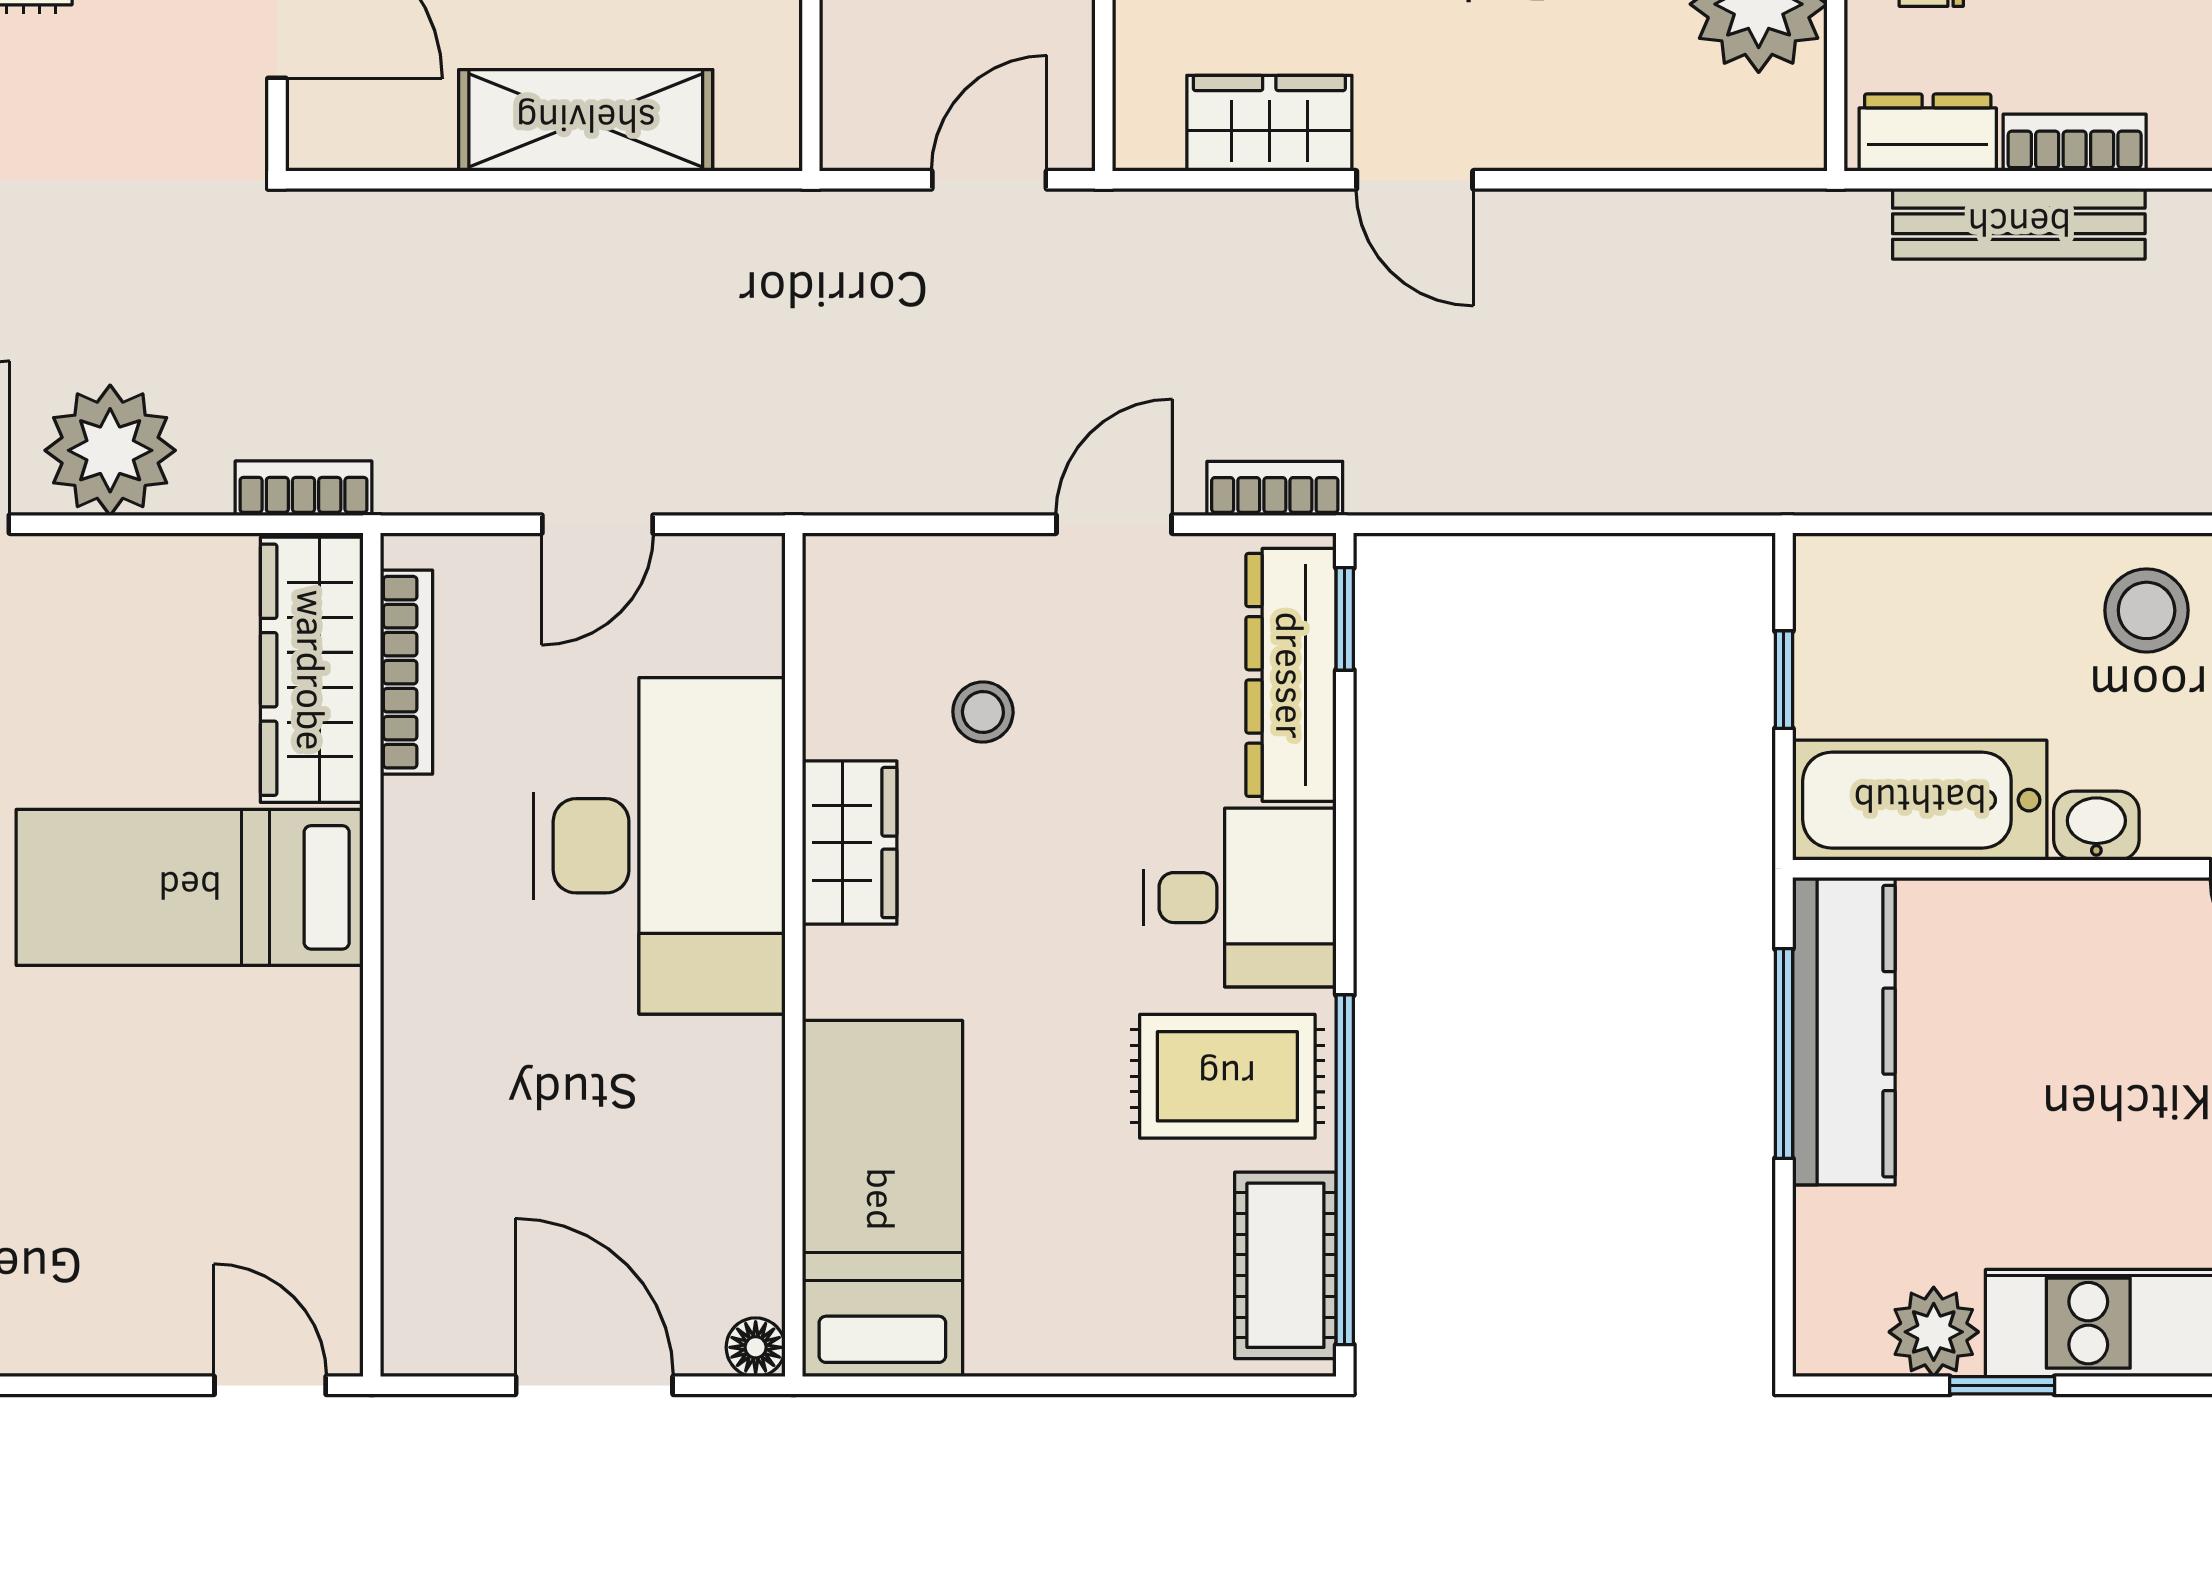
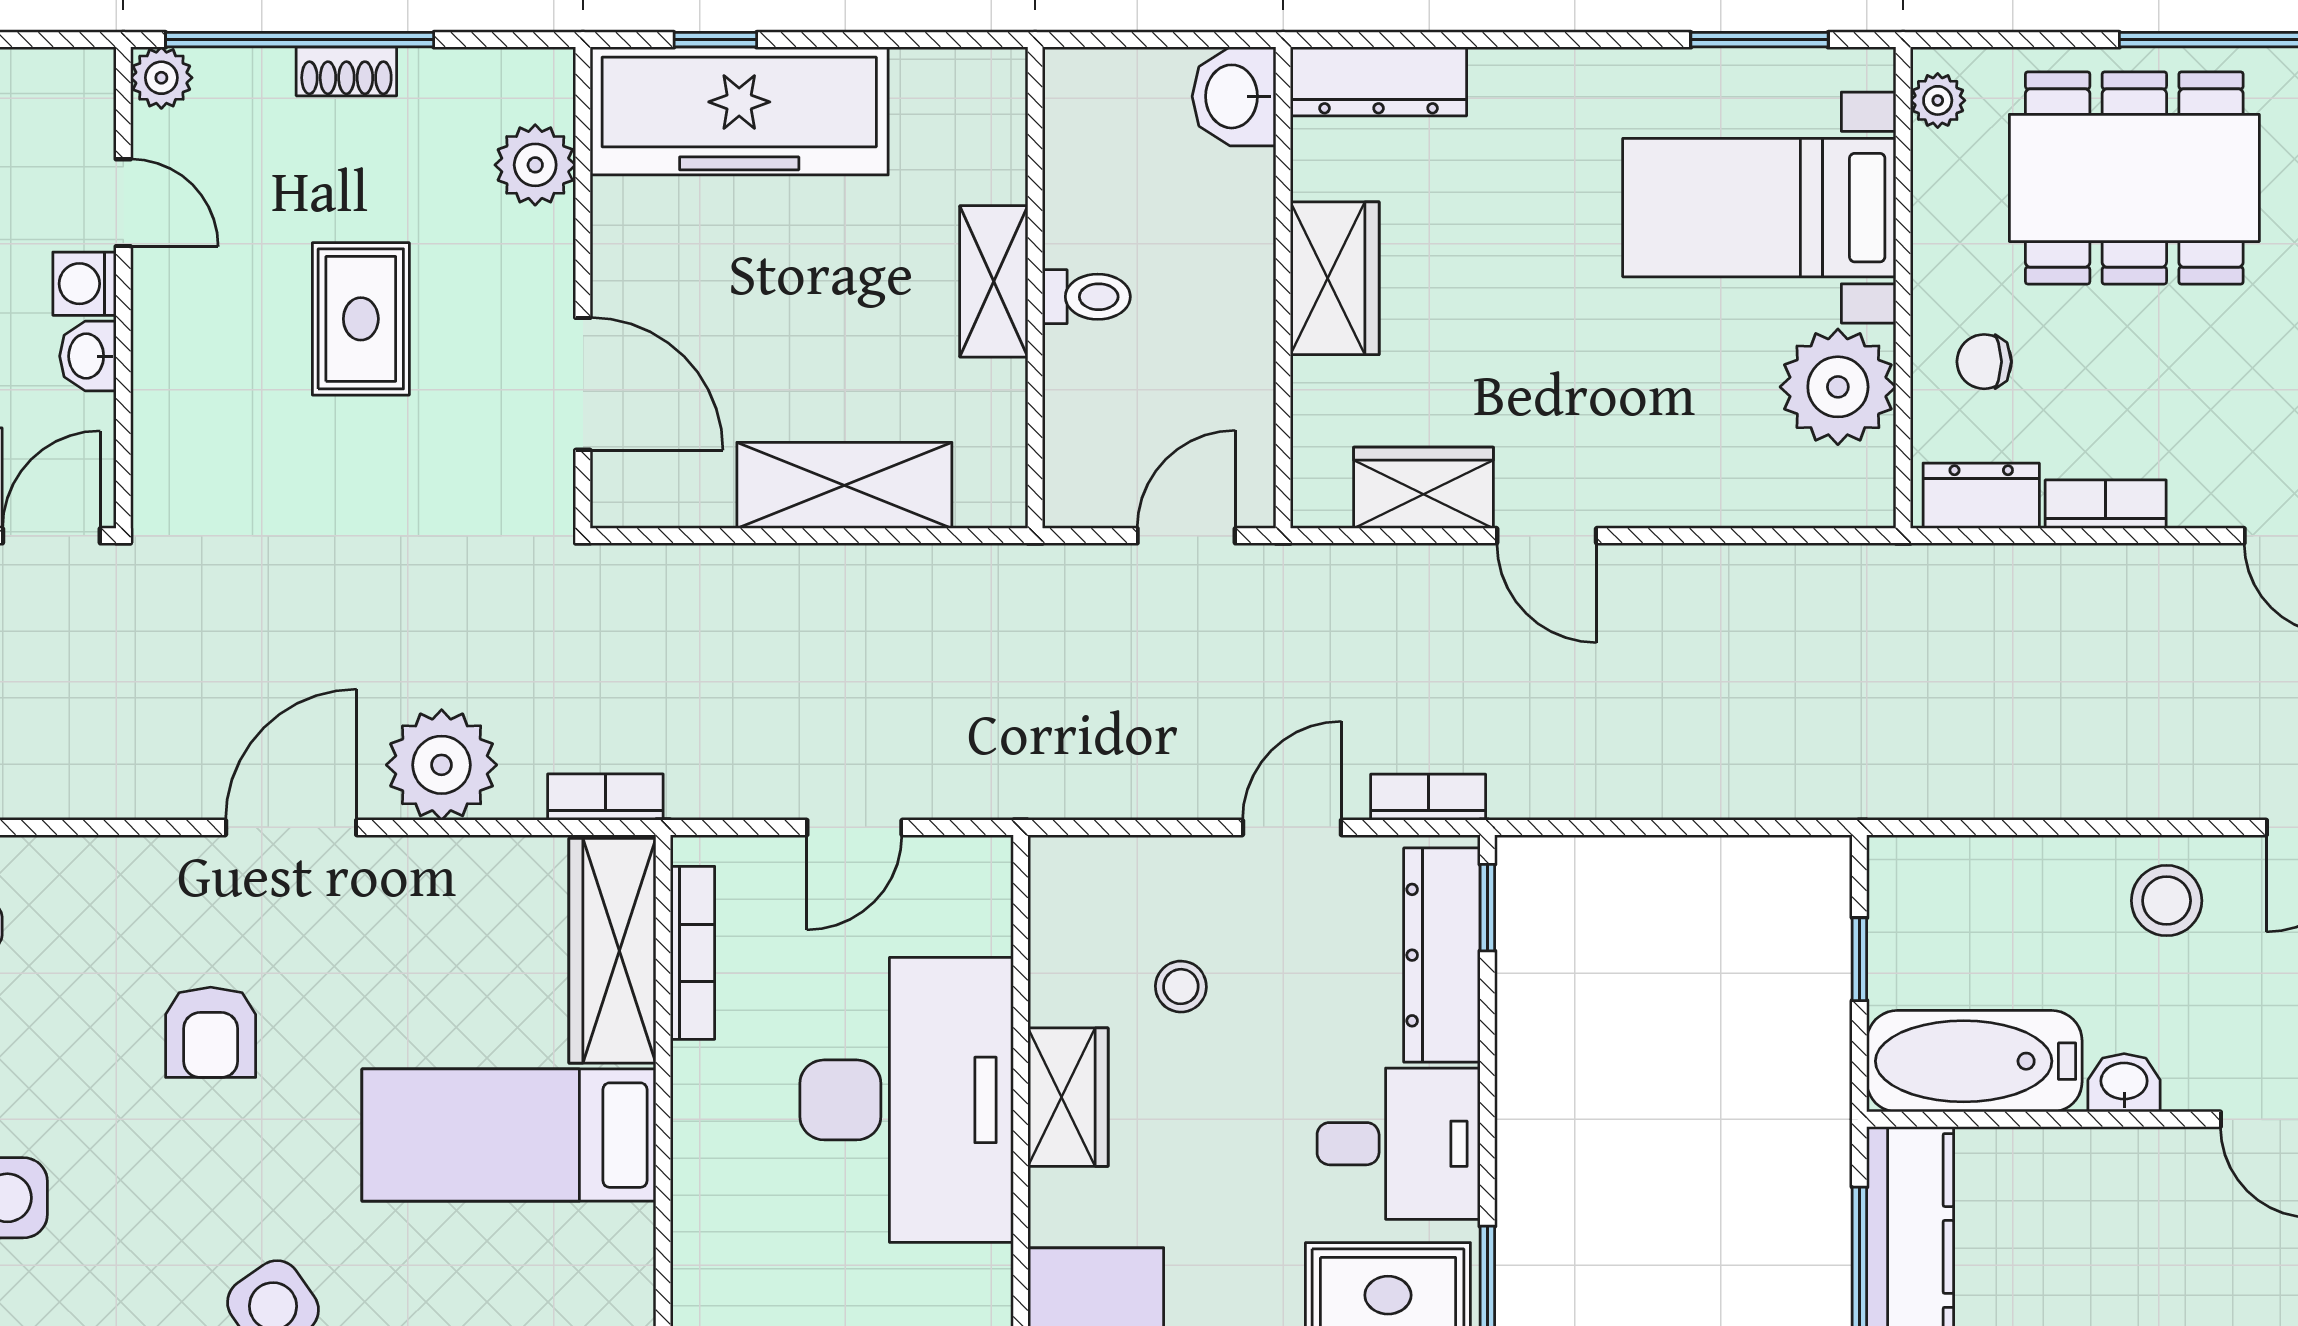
bench: (2019, 224) -> (2058, 573), removed

